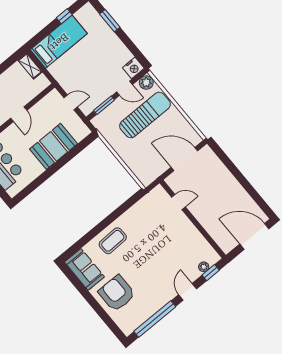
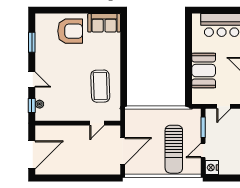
plant: (146, 82) -> (195, 168), removed
coffee table: (113, 241) -> (100, 86), moved, width x1.36, depth x1.32
window: (155, 319) -> (32, 42), width x0.47

